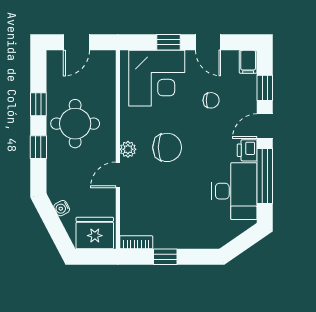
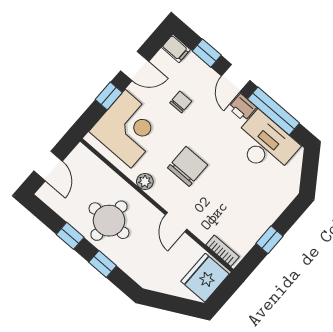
plant: (128, 149) -> (145, 182), moved
water cooler: (62, 208) -> (164, 286), removed
bookcase: (136, 242) -> (223, 251), moved, turned 90

